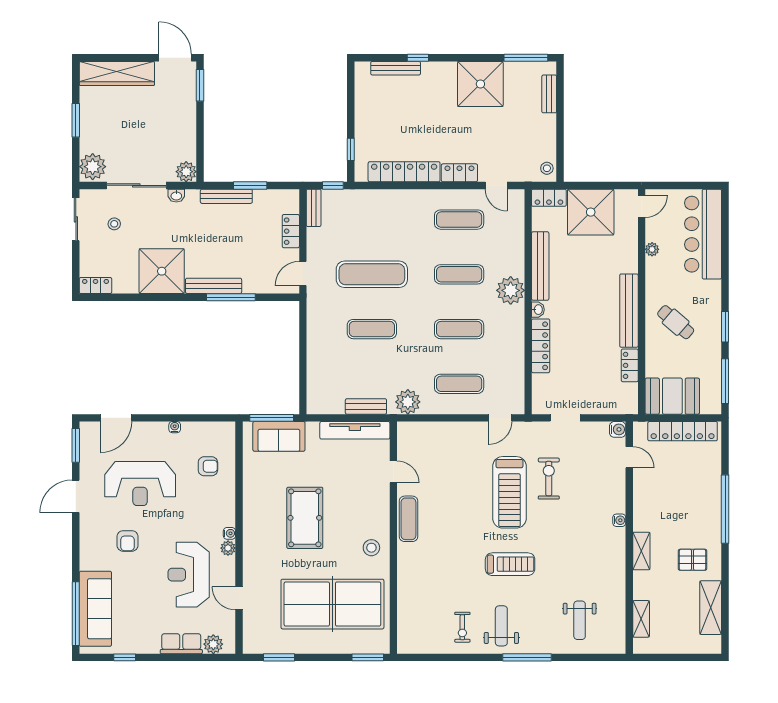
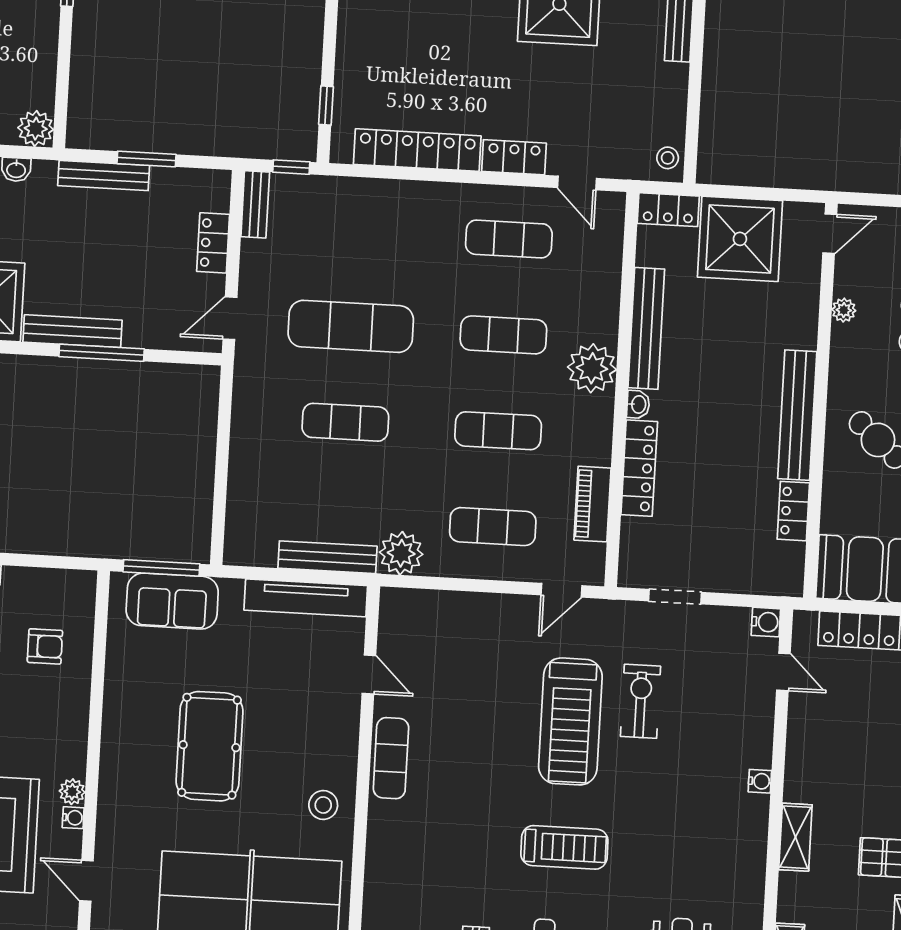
piano: (515, 368) -> (592, 504), added
bench: (366, 406) -> (328, 557), width x1.36
water cooler: (229, 533) -> (73, 818), moved

